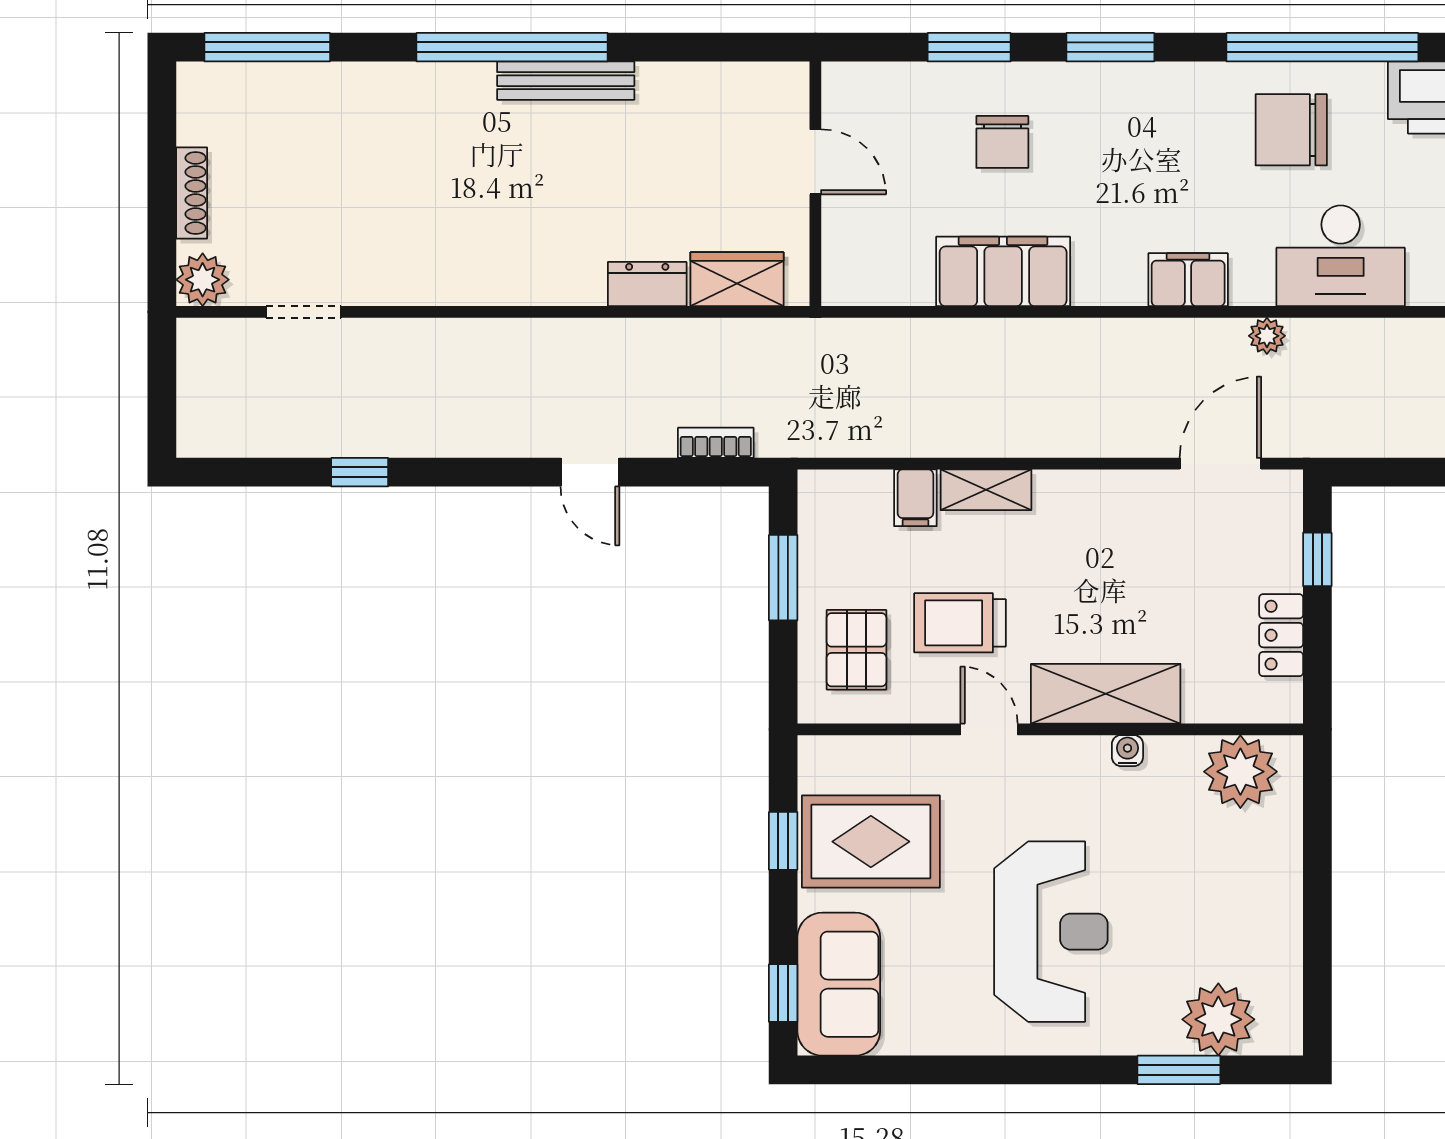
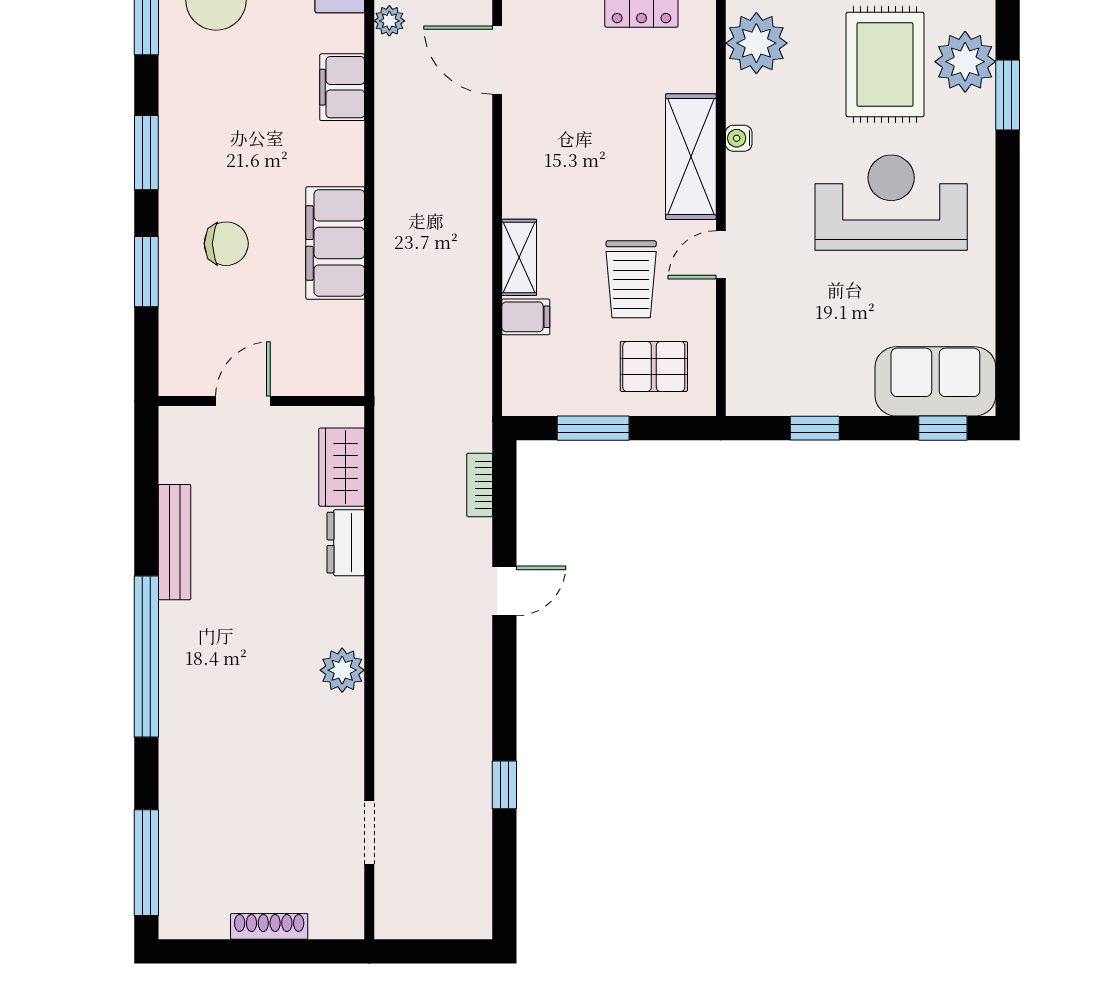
bench: (566, 81) -> (175, 542), moved
plant: (203, 280) -> (342, 670), moved
rug: (871, 842) -> (885, 65), moved

